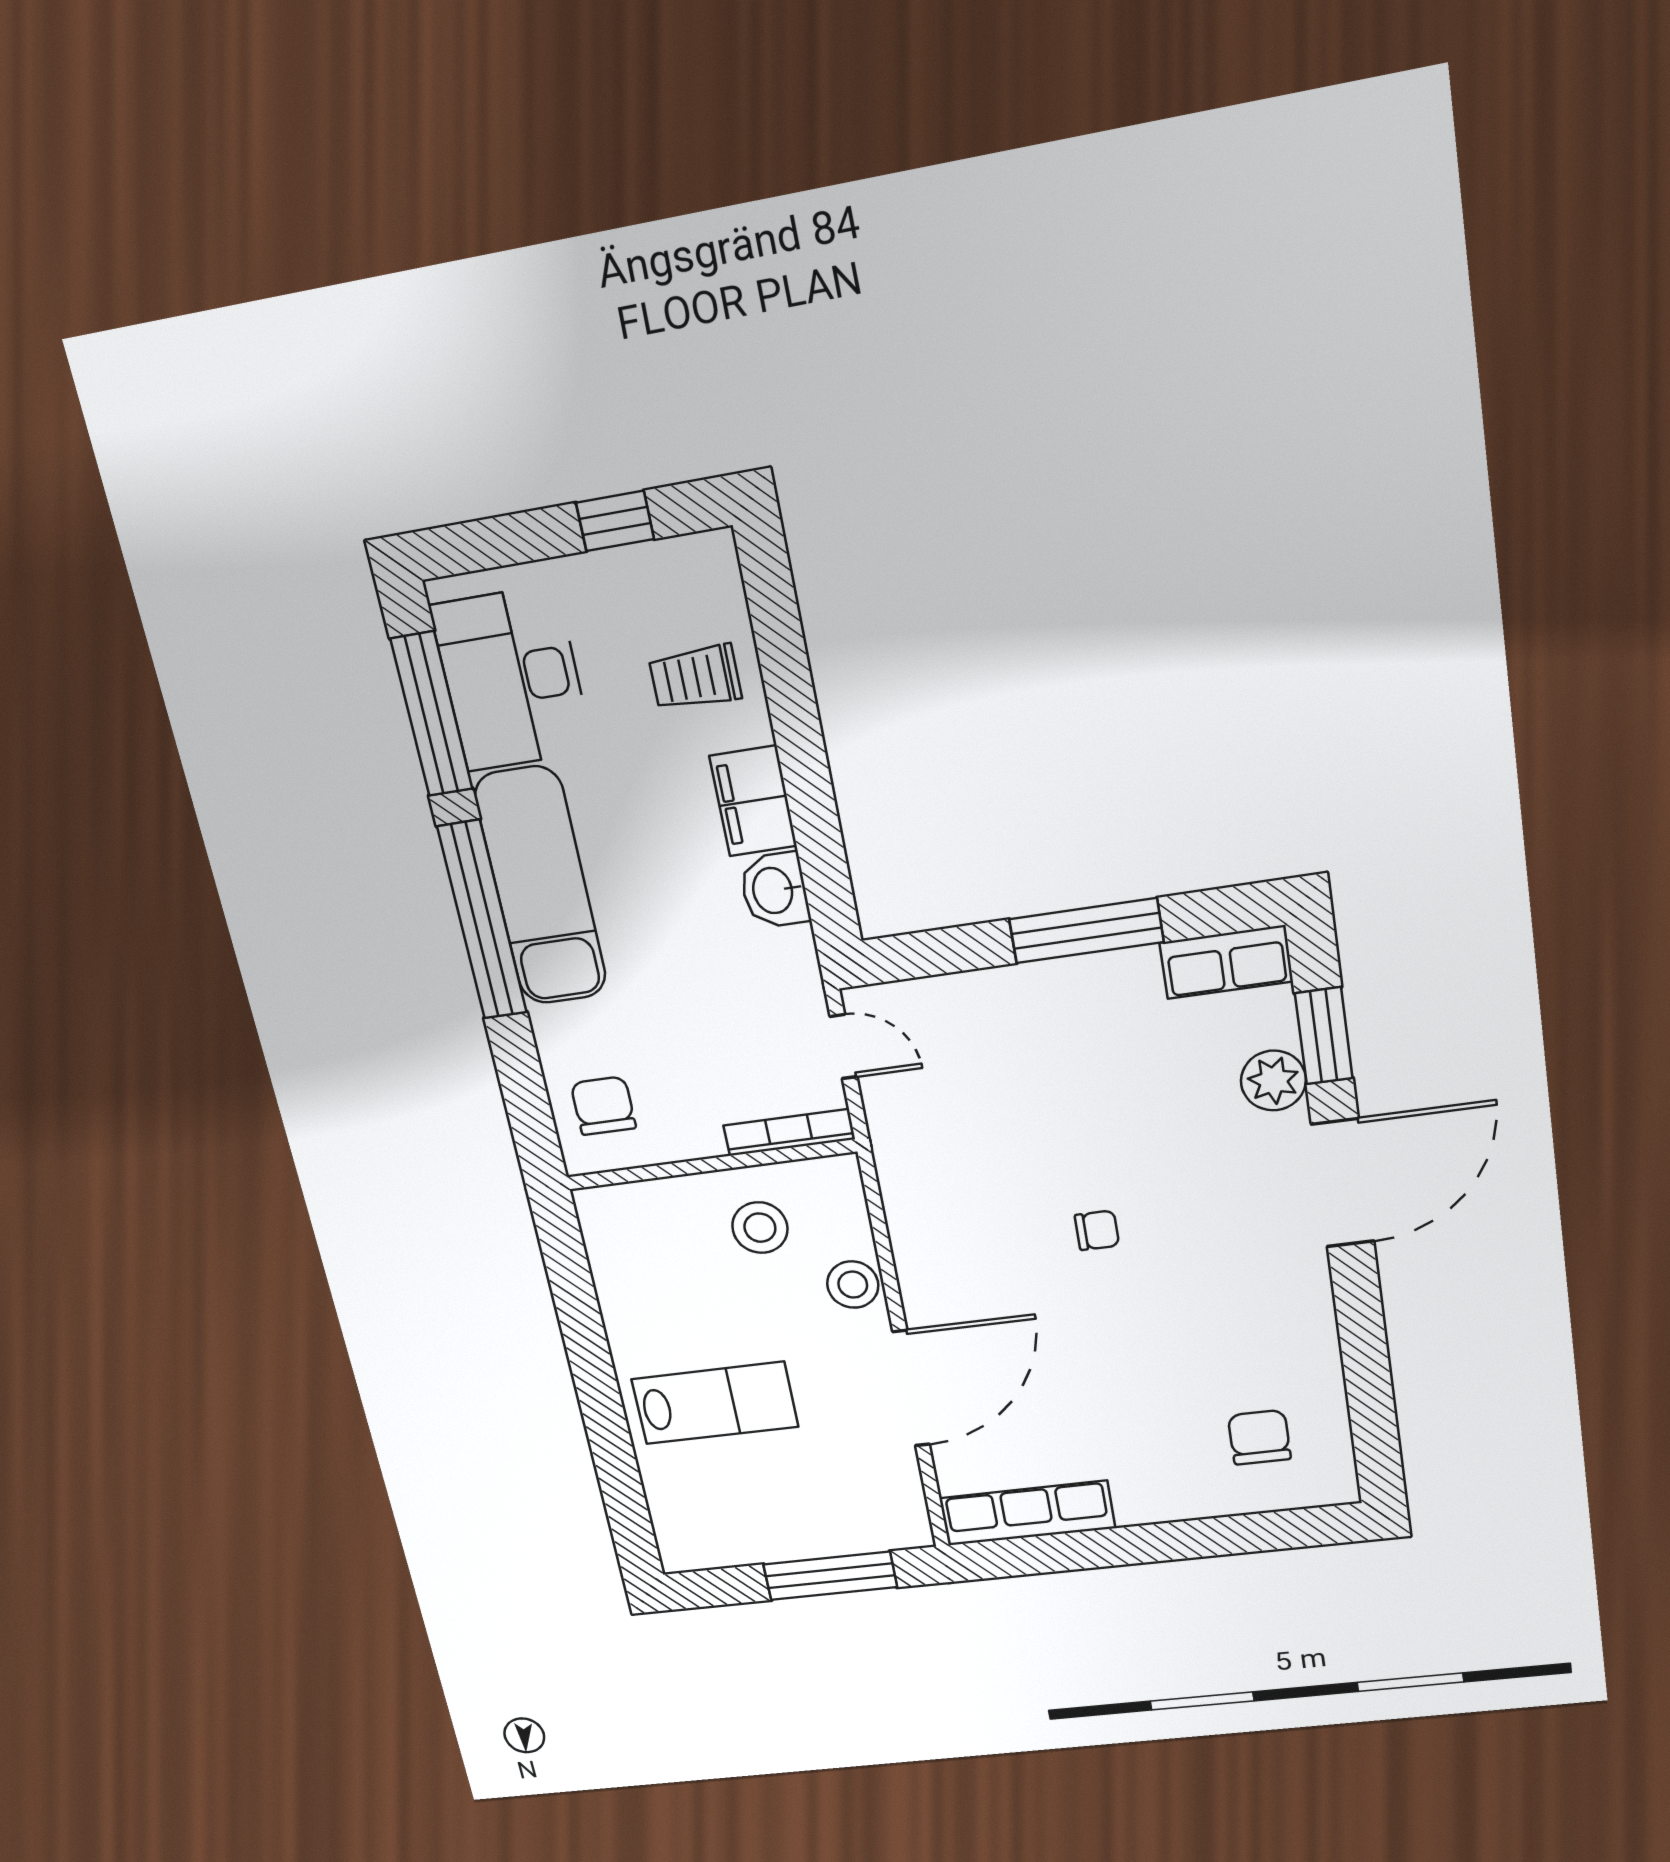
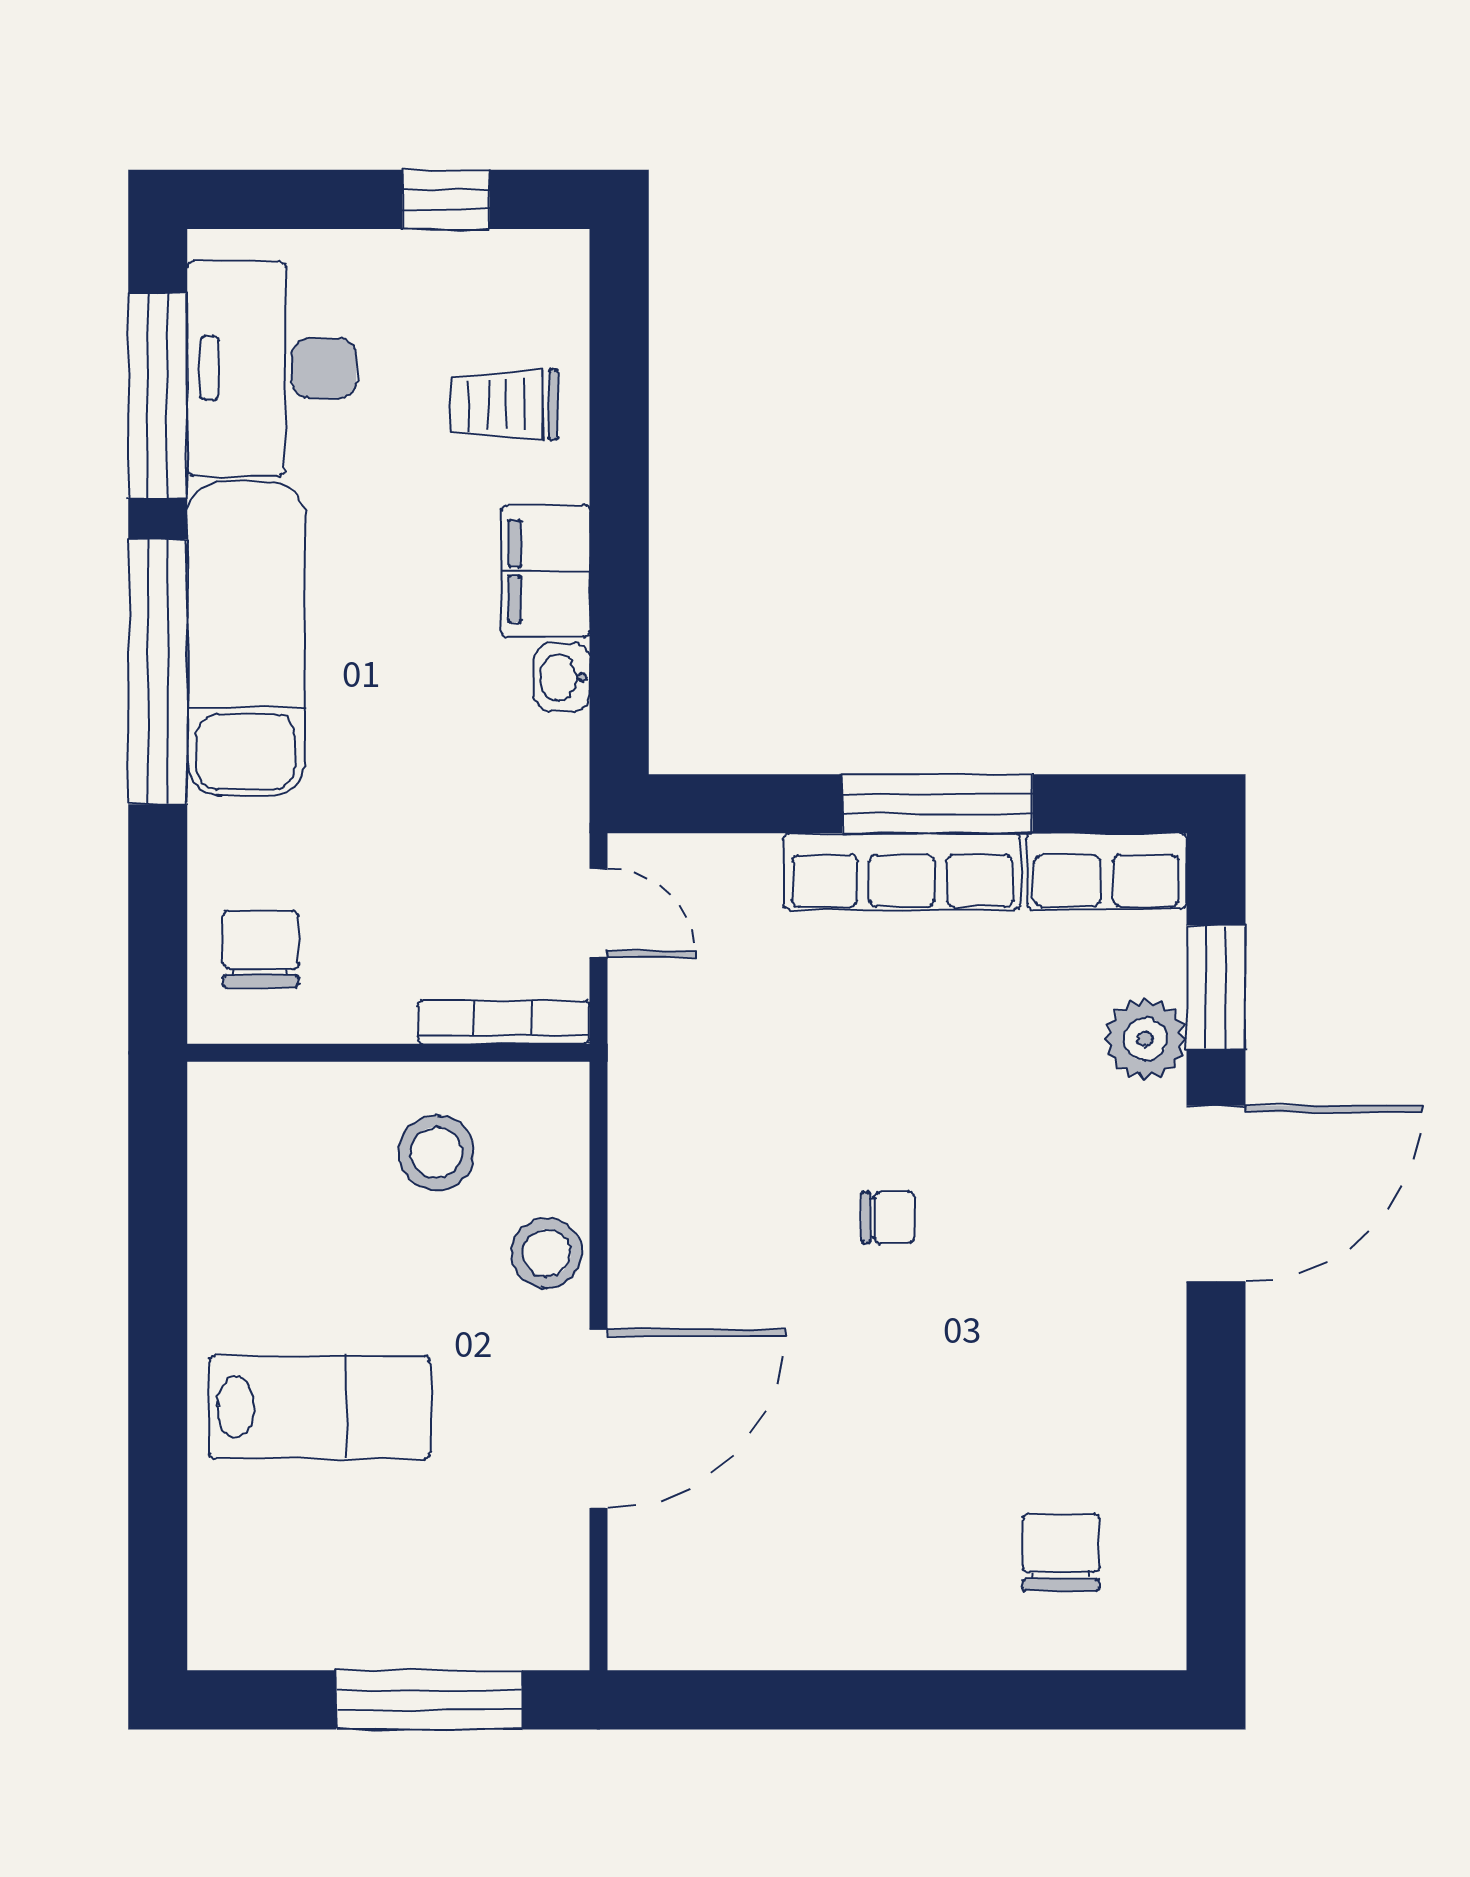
washbasin: (774, 890) -> (562, 677), width x0.72, depth x0.69
row of seats: (1027, 1513) -> (902, 872), moved, turned 180

